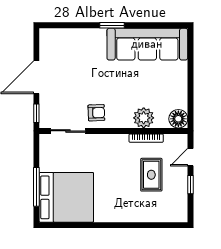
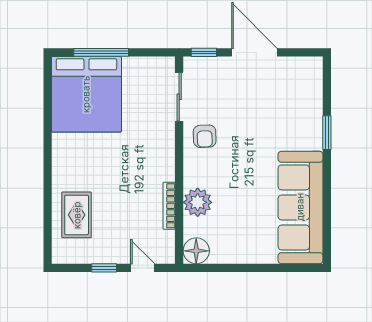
window: (112, 25) -> (327, 133), moved
rug: (151, 175) -> (77, 215), moved, turned 90

